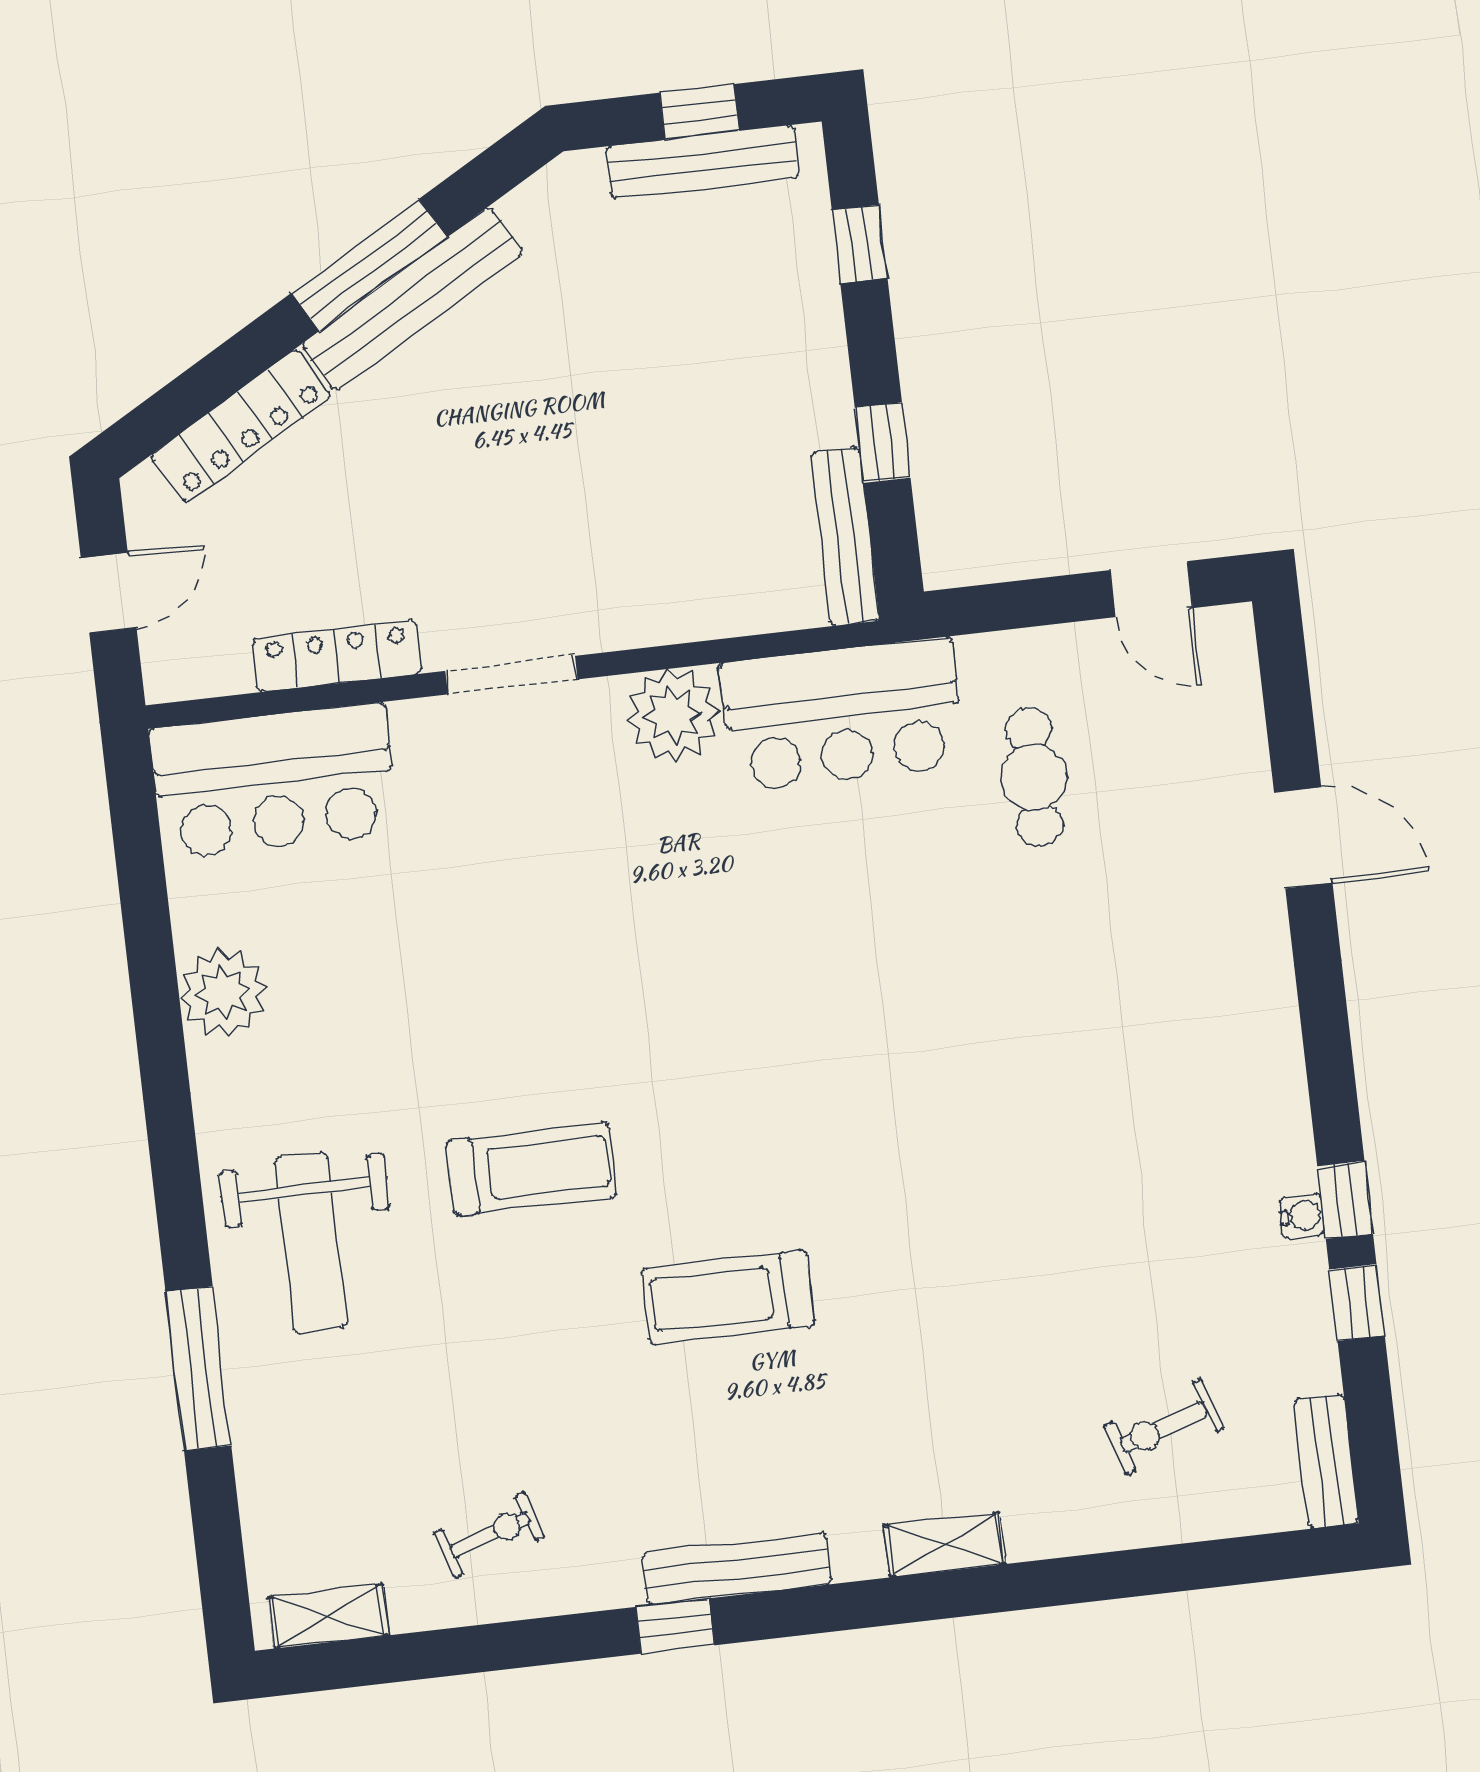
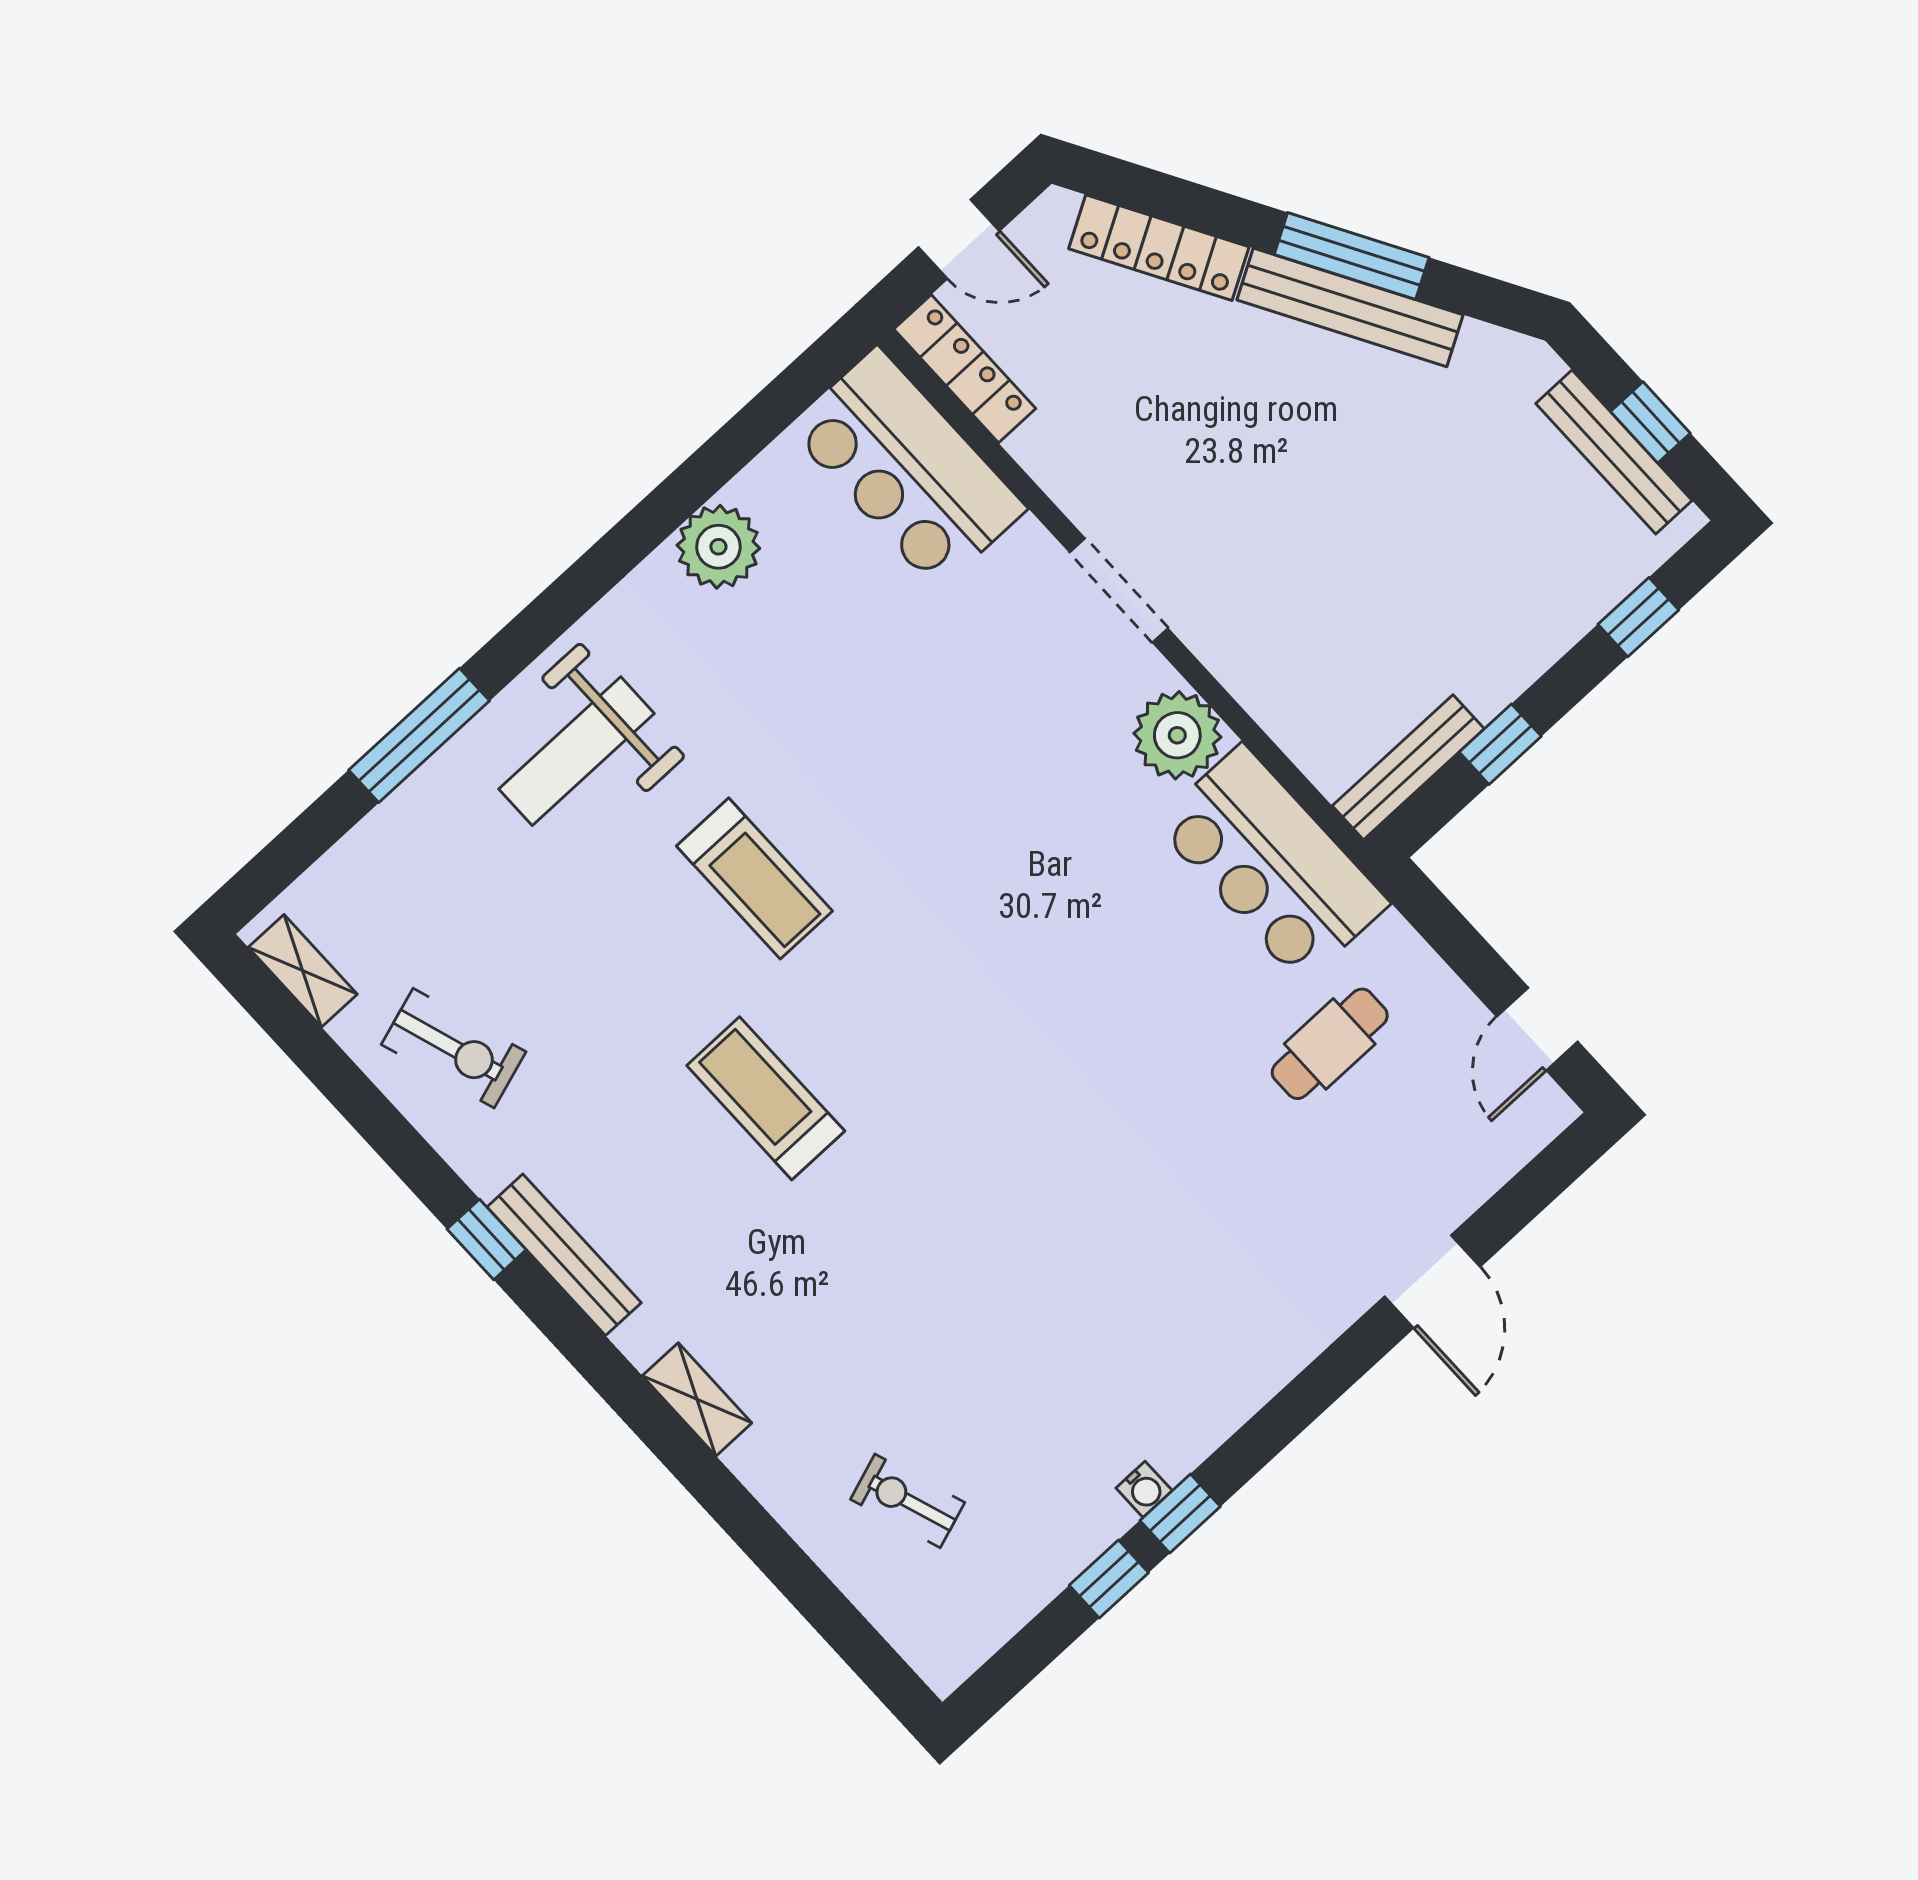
locker: (337, 656) -> (965, 369), moved
bench: (1326, 1461) -> (972, 1643), removed
exercise bike: (489, 1535) -> (454, 1048), width x1.38, depth x1.39

